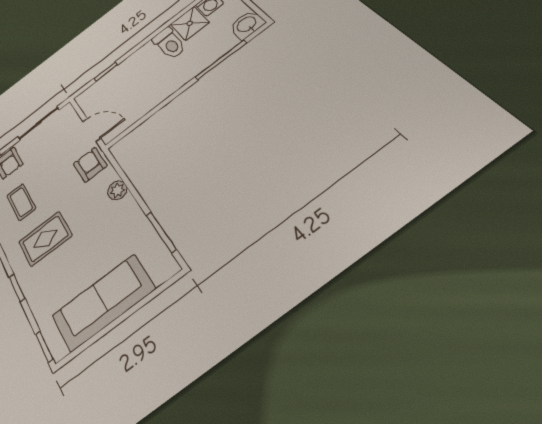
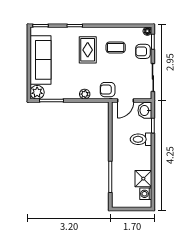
washbasin: (247, 25) -> (145, 110), moved, turned 180
toilet: (169, 43) -> (141, 139), moved
armchair: (90, 165) -> (108, 90), turned 180
plant: (163, 266) -> (37, 92), added

